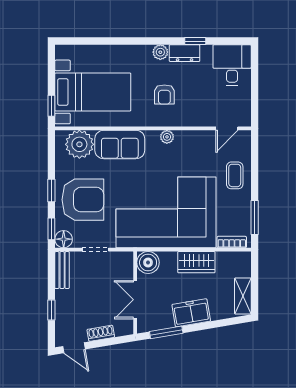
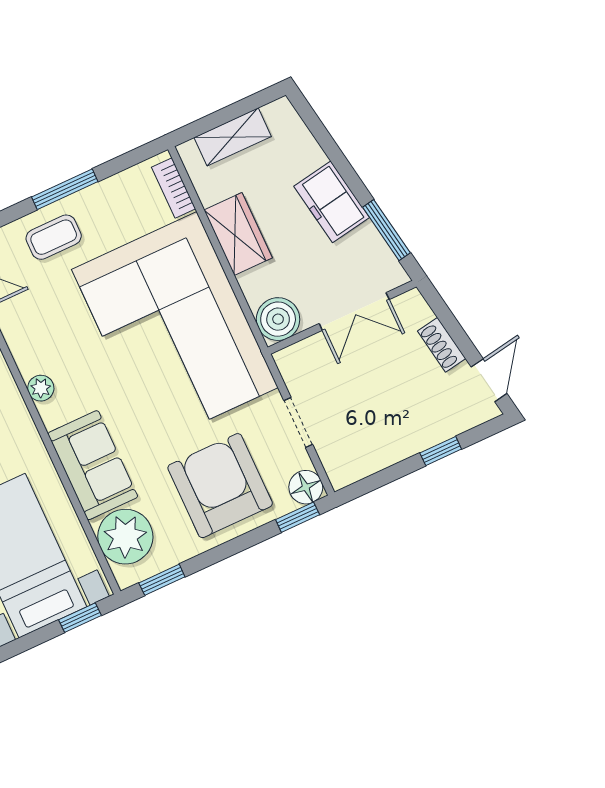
window: (51, 191) -> (162, 580), moved
window: (255, 218) -> (65, 189), moved
bench: (62, 270) -> (361, 465), removed
shelving: (243, 296) -> (233, 137), moved

